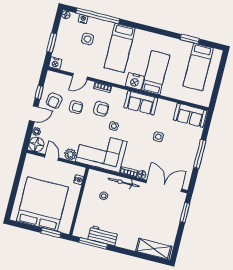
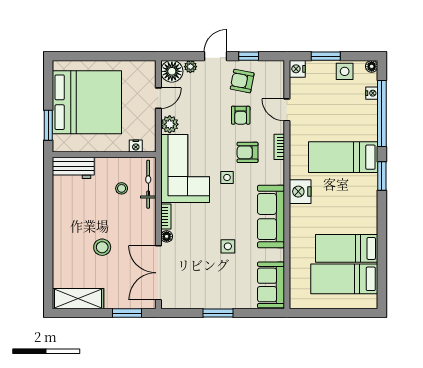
side table: (88, 39) -> (345, 71), moved
window: (190, 39) -> (382, 176), moved
bed: (156, 73) -> (347, 248), moved, turned 180
sofa: (141, 103) -> (271, 217), width x1.36
armchair: (101, 109) -> (248, 152), turned 89
door: (34, 114) -> (215, 56), swing flipped
window: (200, 154) -> (218, 313), width x0.69
bicycle: (124, 183) -> (148, 184), moved
double door: (164, 186) -> (158, 273), swing flipped
stool: (138, 218) -> (102, 247), added
workbench: (103, 236) -> (73, 168), moved, turned 90
window: (93, 243) -> (48, 191), removed
shelving: (154, 249) -> (78, 299), moved, turned 90

